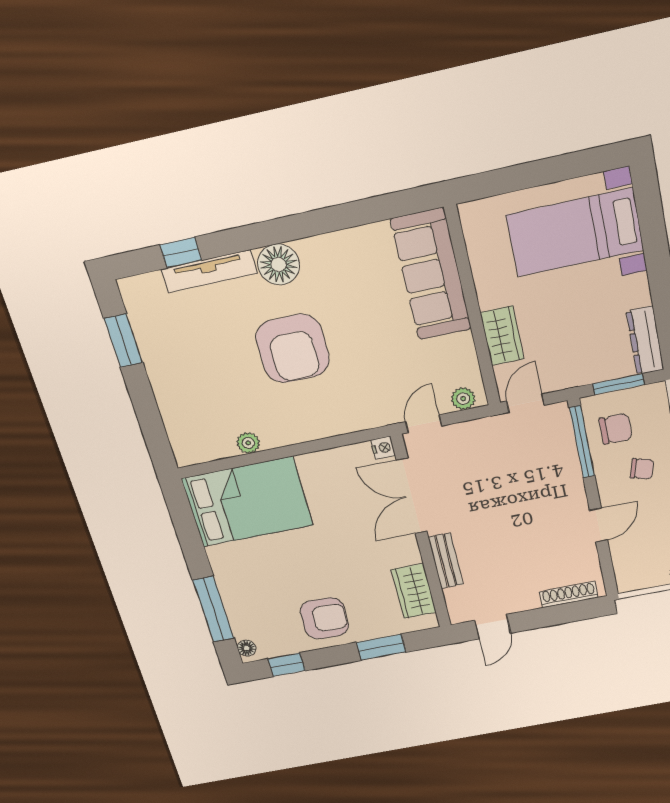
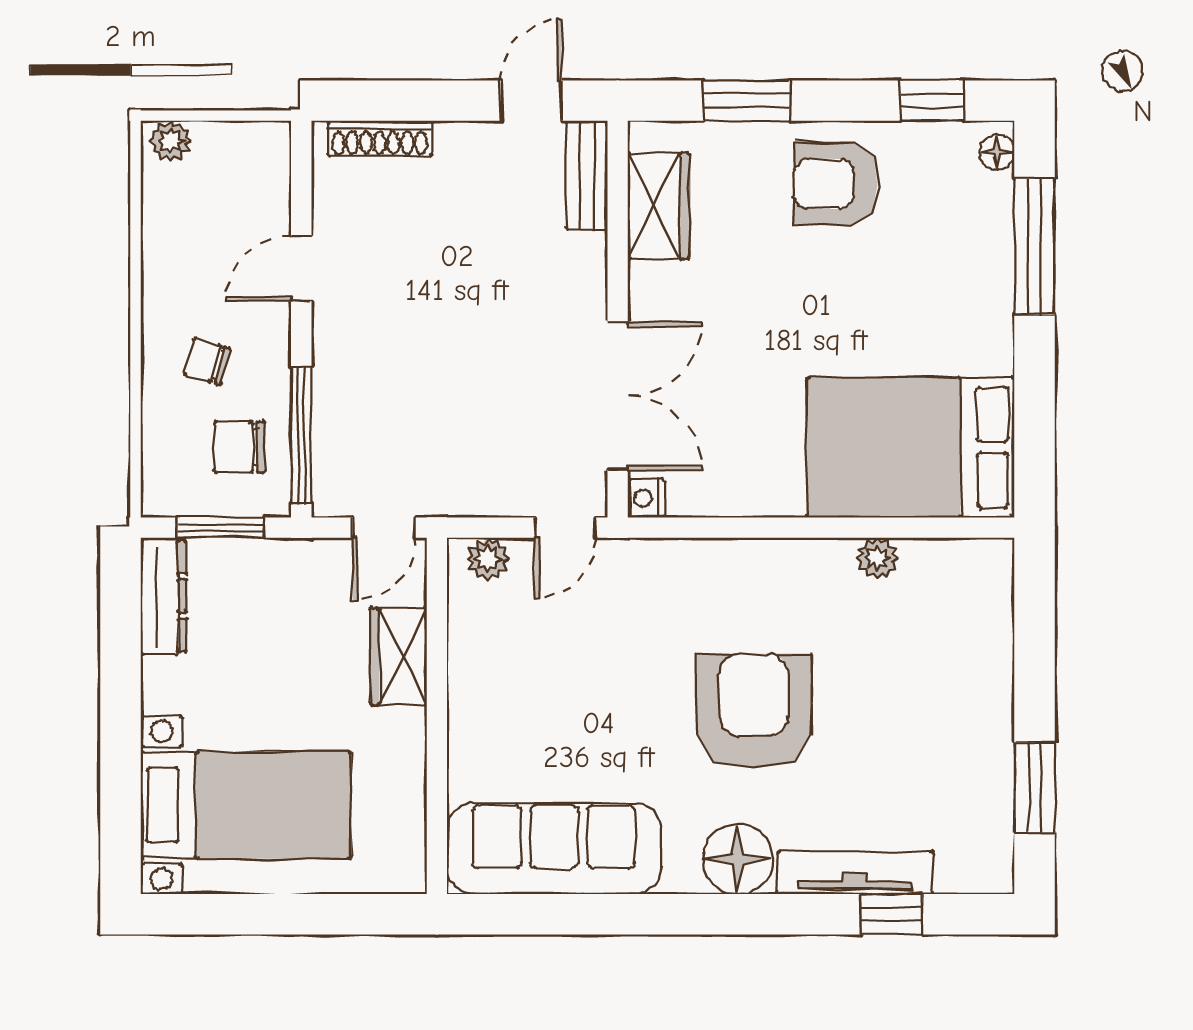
sofa: (431, 275) -> (554, 849), moved, turned -90
bench: (446, 561) -> (587, 175), moved

